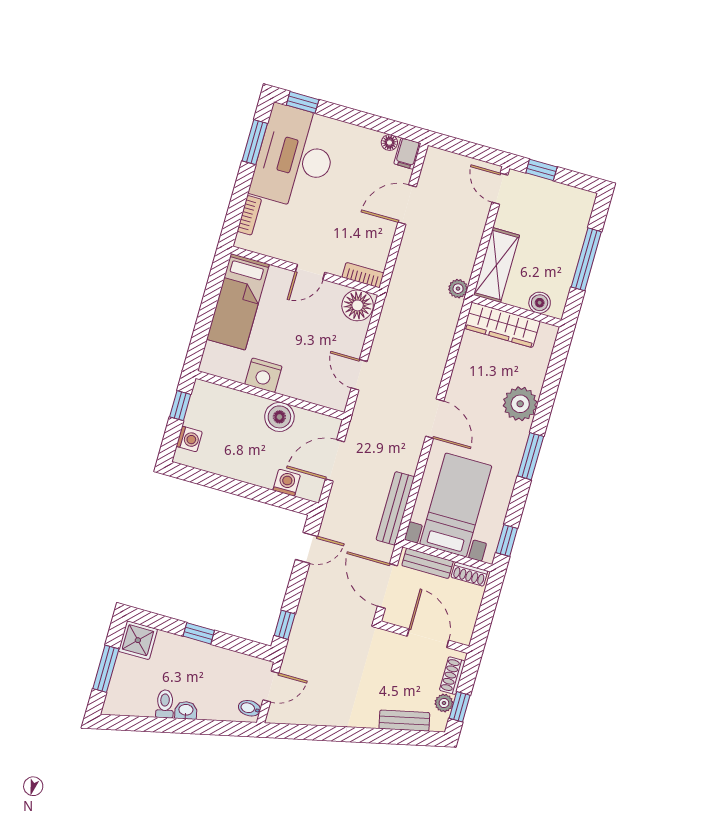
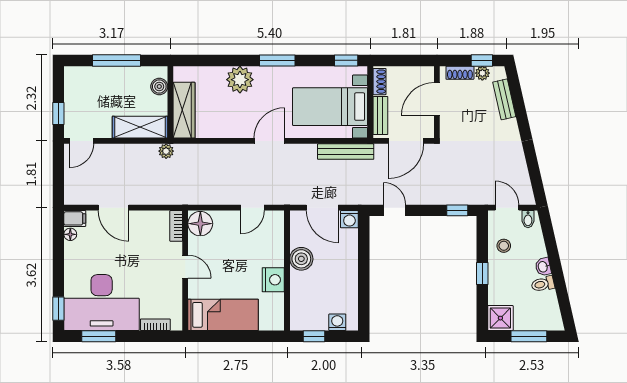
washing machine: (287, 483) -> (349, 219), moved, turned -90
stool: (225, 669) -> (504, 246), added

